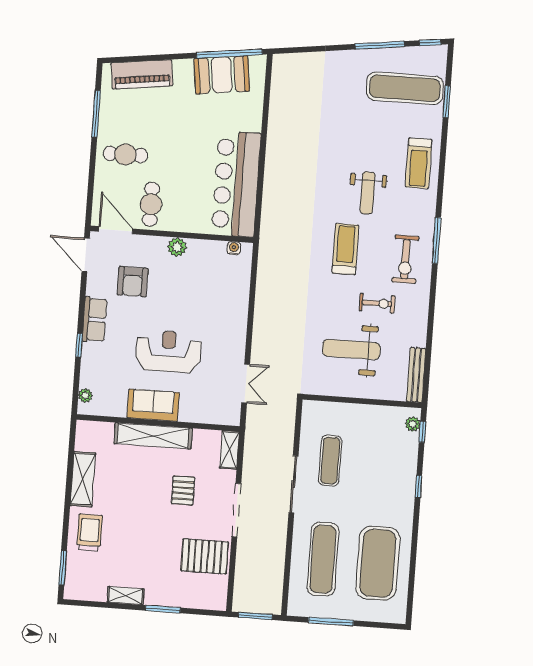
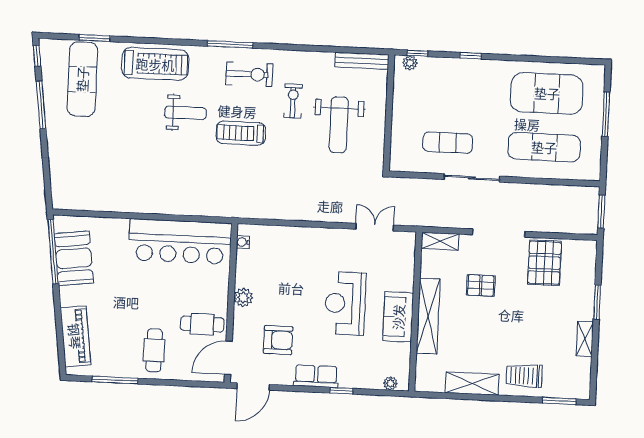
treadmill: (419, 163) -> (155, 64), width x1.37, depth x1.38
window: (331, 622) -> (606, 114), moved

